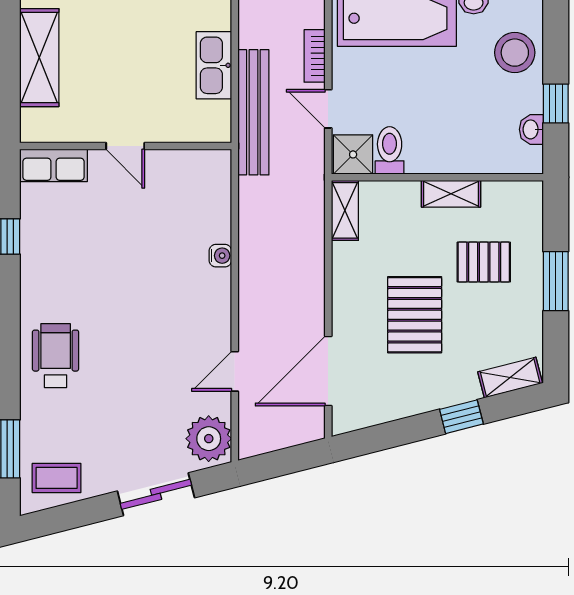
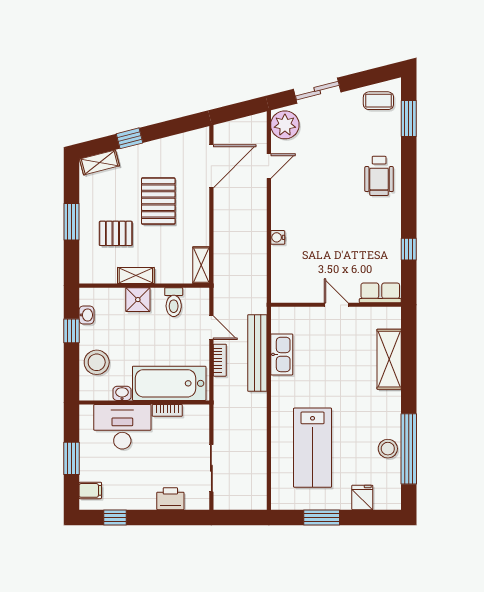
bench: (253, 112) -> (257, 353), moved
shower: (353, 154) -> (138, 300), moved

